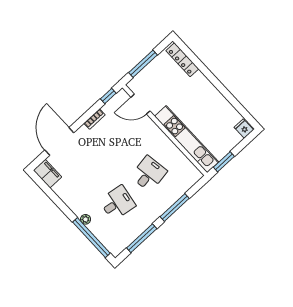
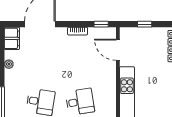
window: (143, 64) -> (145, 24), width x0.46
plant: (86, 219) -> (9, 64), moved

